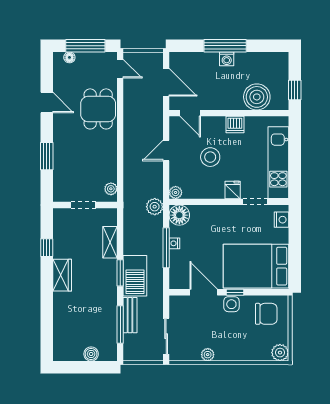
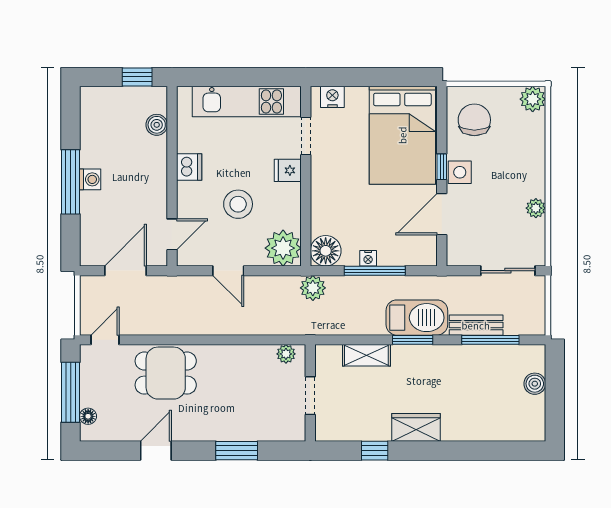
boiler: (257, 97) -> (157, 125), width x0.54, depth x0.54
plant: (176, 192) -> (283, 248), width x1.87, depth x1.87

